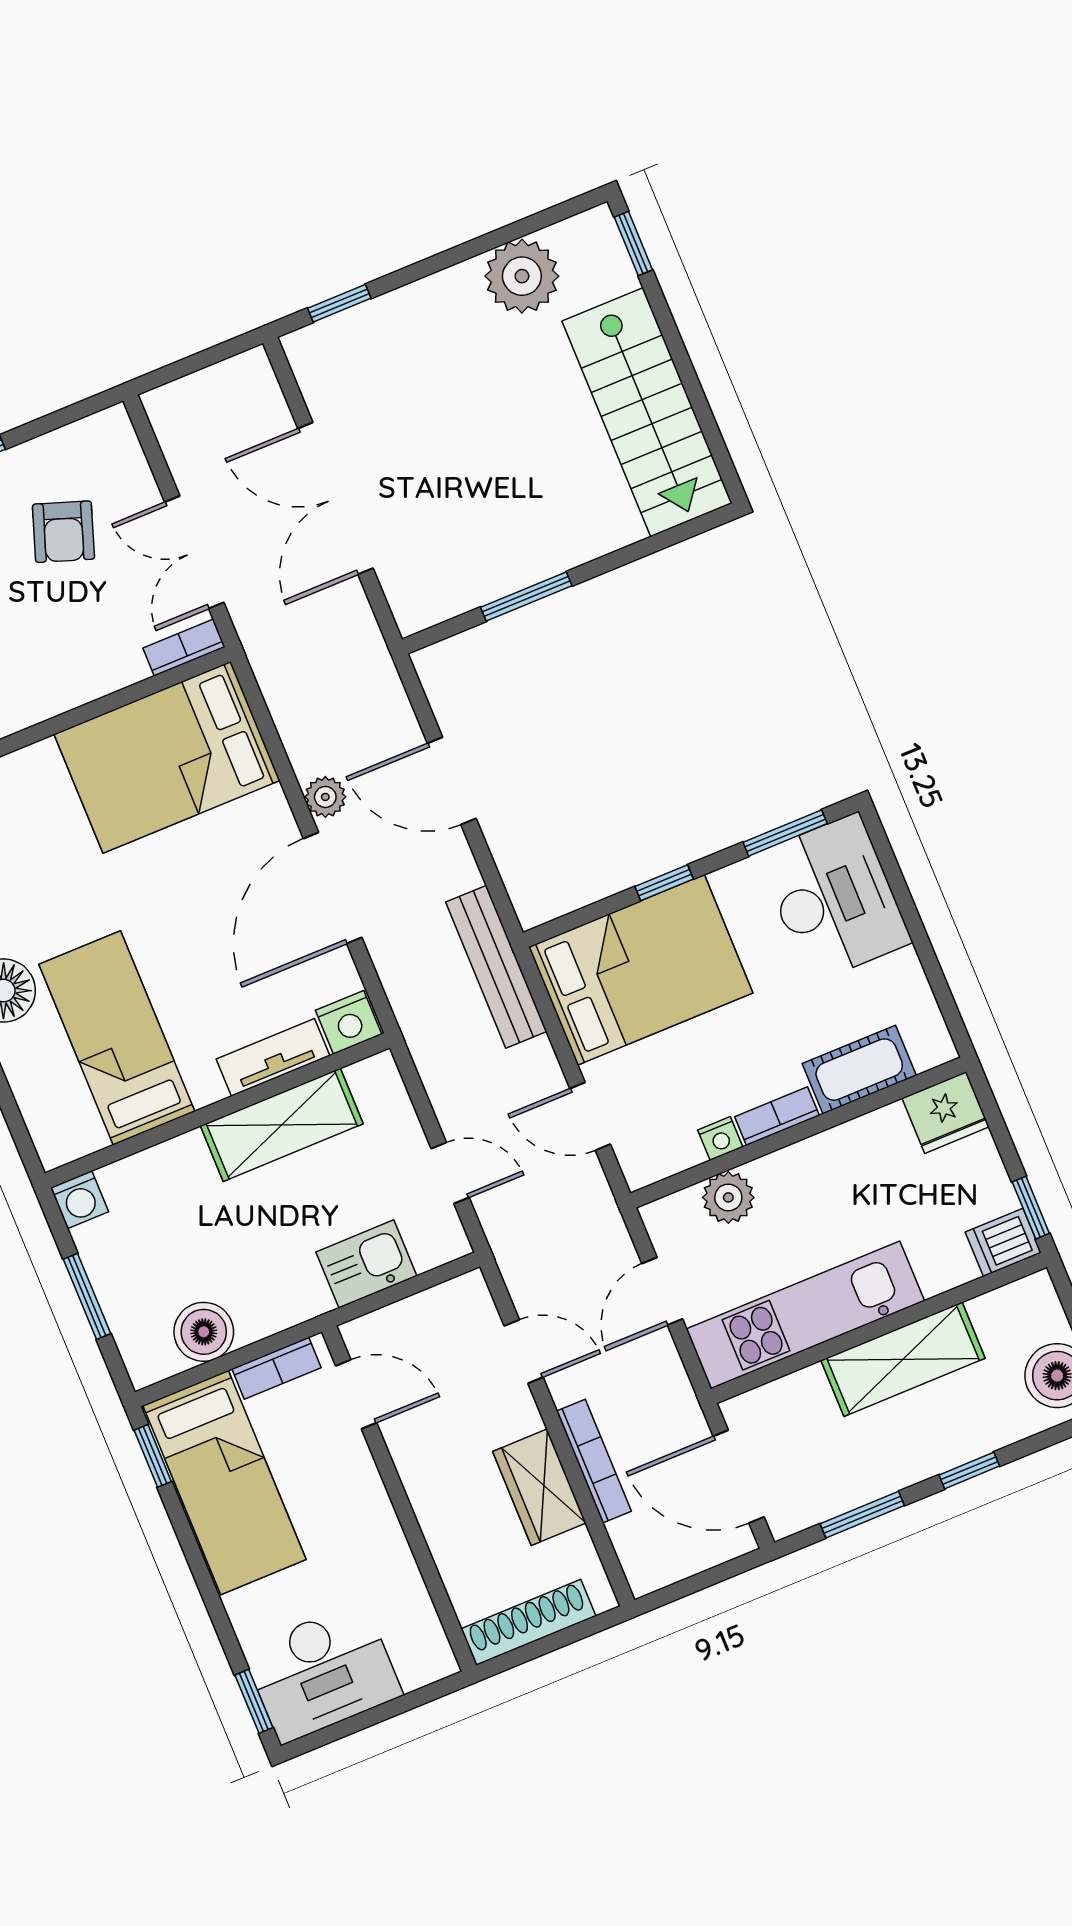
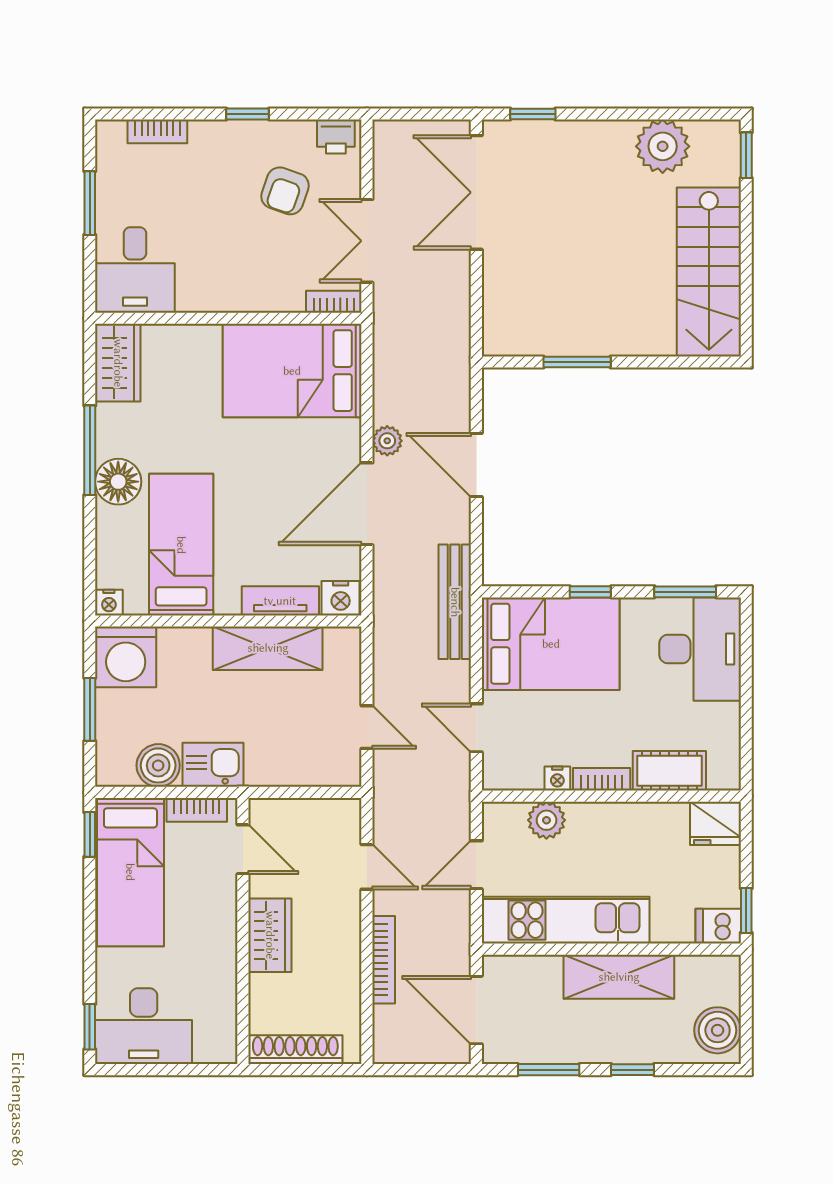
printer: (100, 436) -> (336, 137), added
double door: (335, 498) -> (476, 192), moved
nightstand: (55, 1150) -> (109, 603), added
washing machine: (79, 1200) -> (126, 657), width x1.89, depth x1.89
kitchen sink: (366, 1264) -> (213, 765), moved
wardrobe: (539, 1487) -> (270, 935), moved, turned 180

